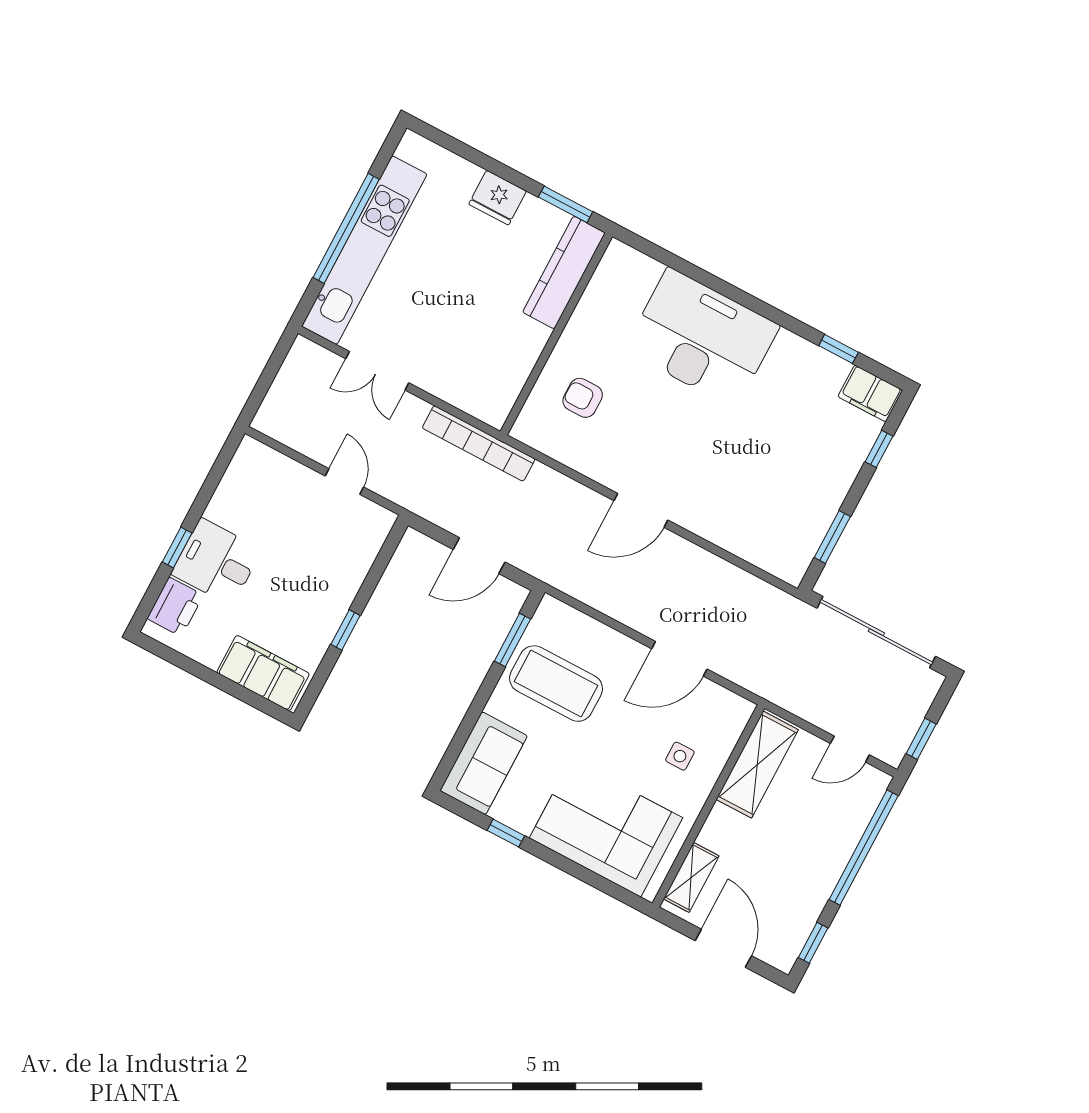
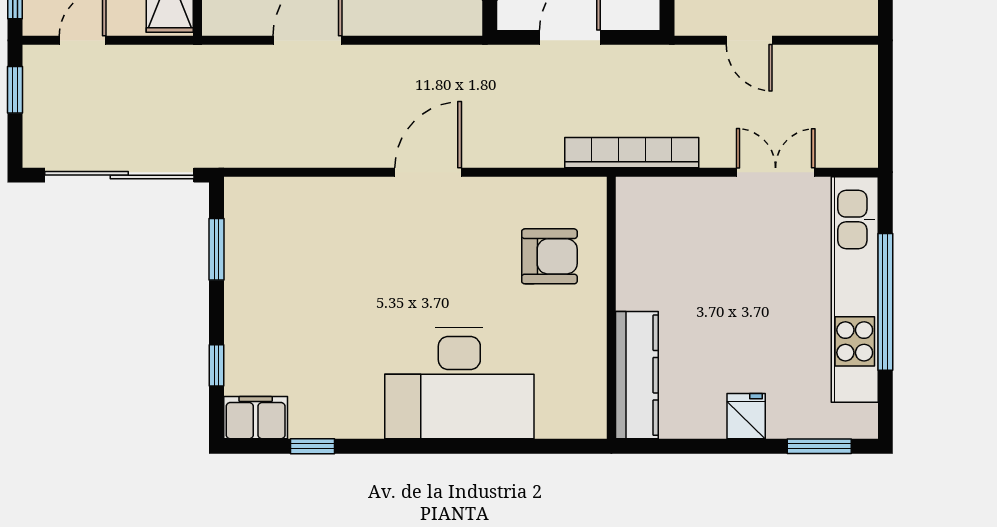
fridge: (498, 198) -> (746, 416), width x0.72
window: (566, 204) -> (819, 446), moved
armchair: (583, 398) -> (549, 256), width x1.38, depth x1.38

